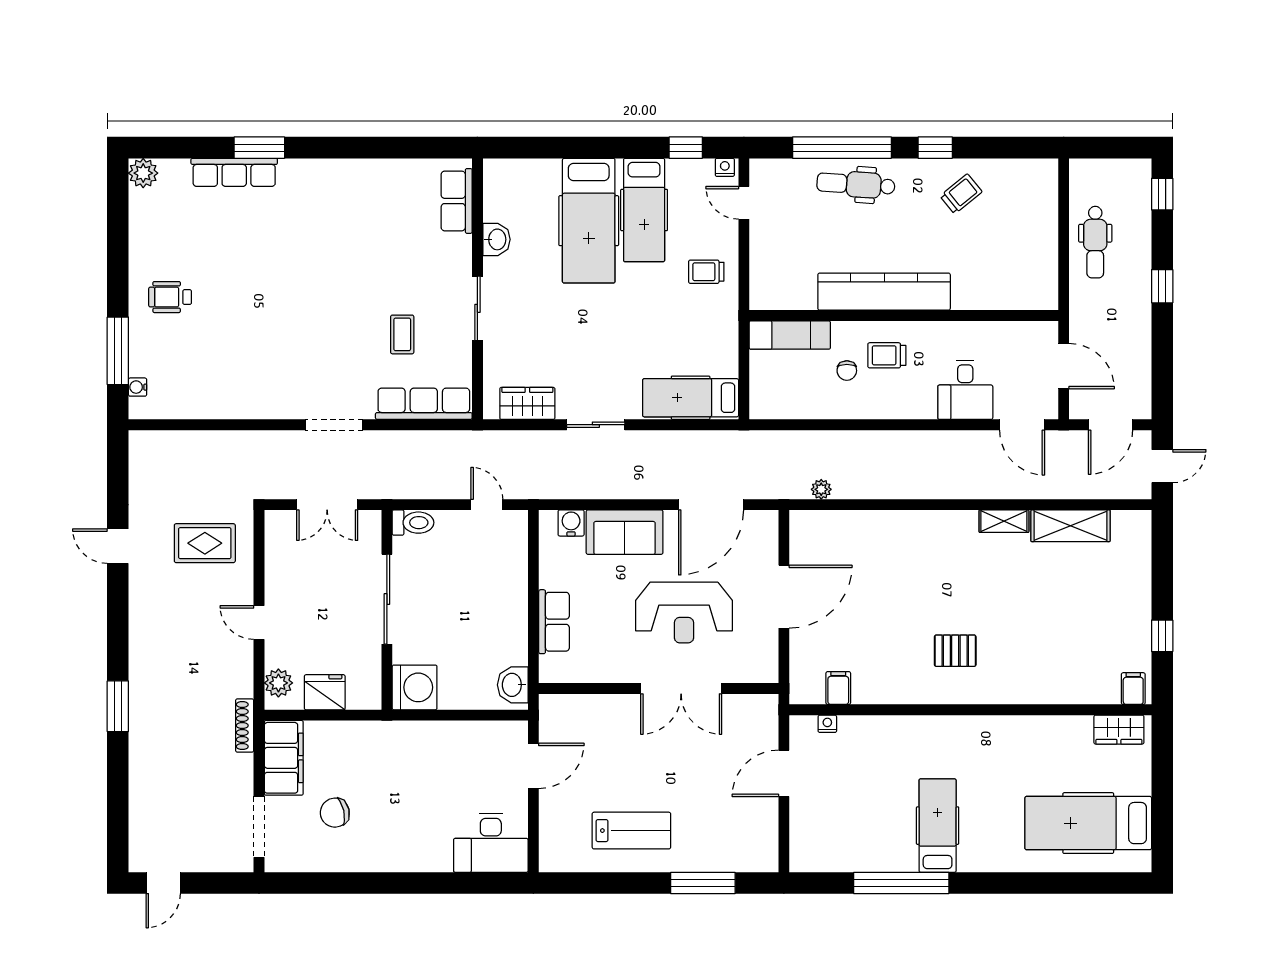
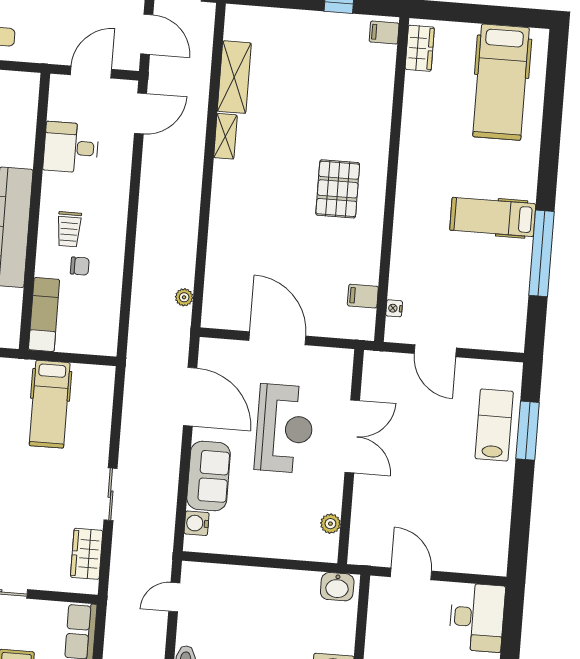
desk: (965, 390) -> (71, 148), moved, turned 180
hospital bed: (691, 398) -> (50, 404), moved
row of seats: (554, 622) -> (284, 545), removed
pallet: (955, 651) -> (338, 189), width x1.50, depth x1.42
plant: (582, 672) -> (330, 524), added
lab bench: (631, 831) -> (494, 425), moved

